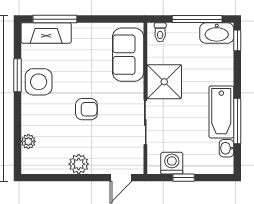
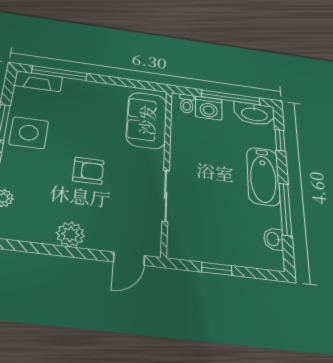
fireplace: (46, 33) -> (38, 81), width x0.73, depth x0.76
window: (237, 40) -> (280, 140), moved
shower: (164, 82) -> (191, 154), removed
bathtub: (221, 112) -> (263, 176), moved
washing machine: (172, 163) -> (209, 108), moved, turned 180

